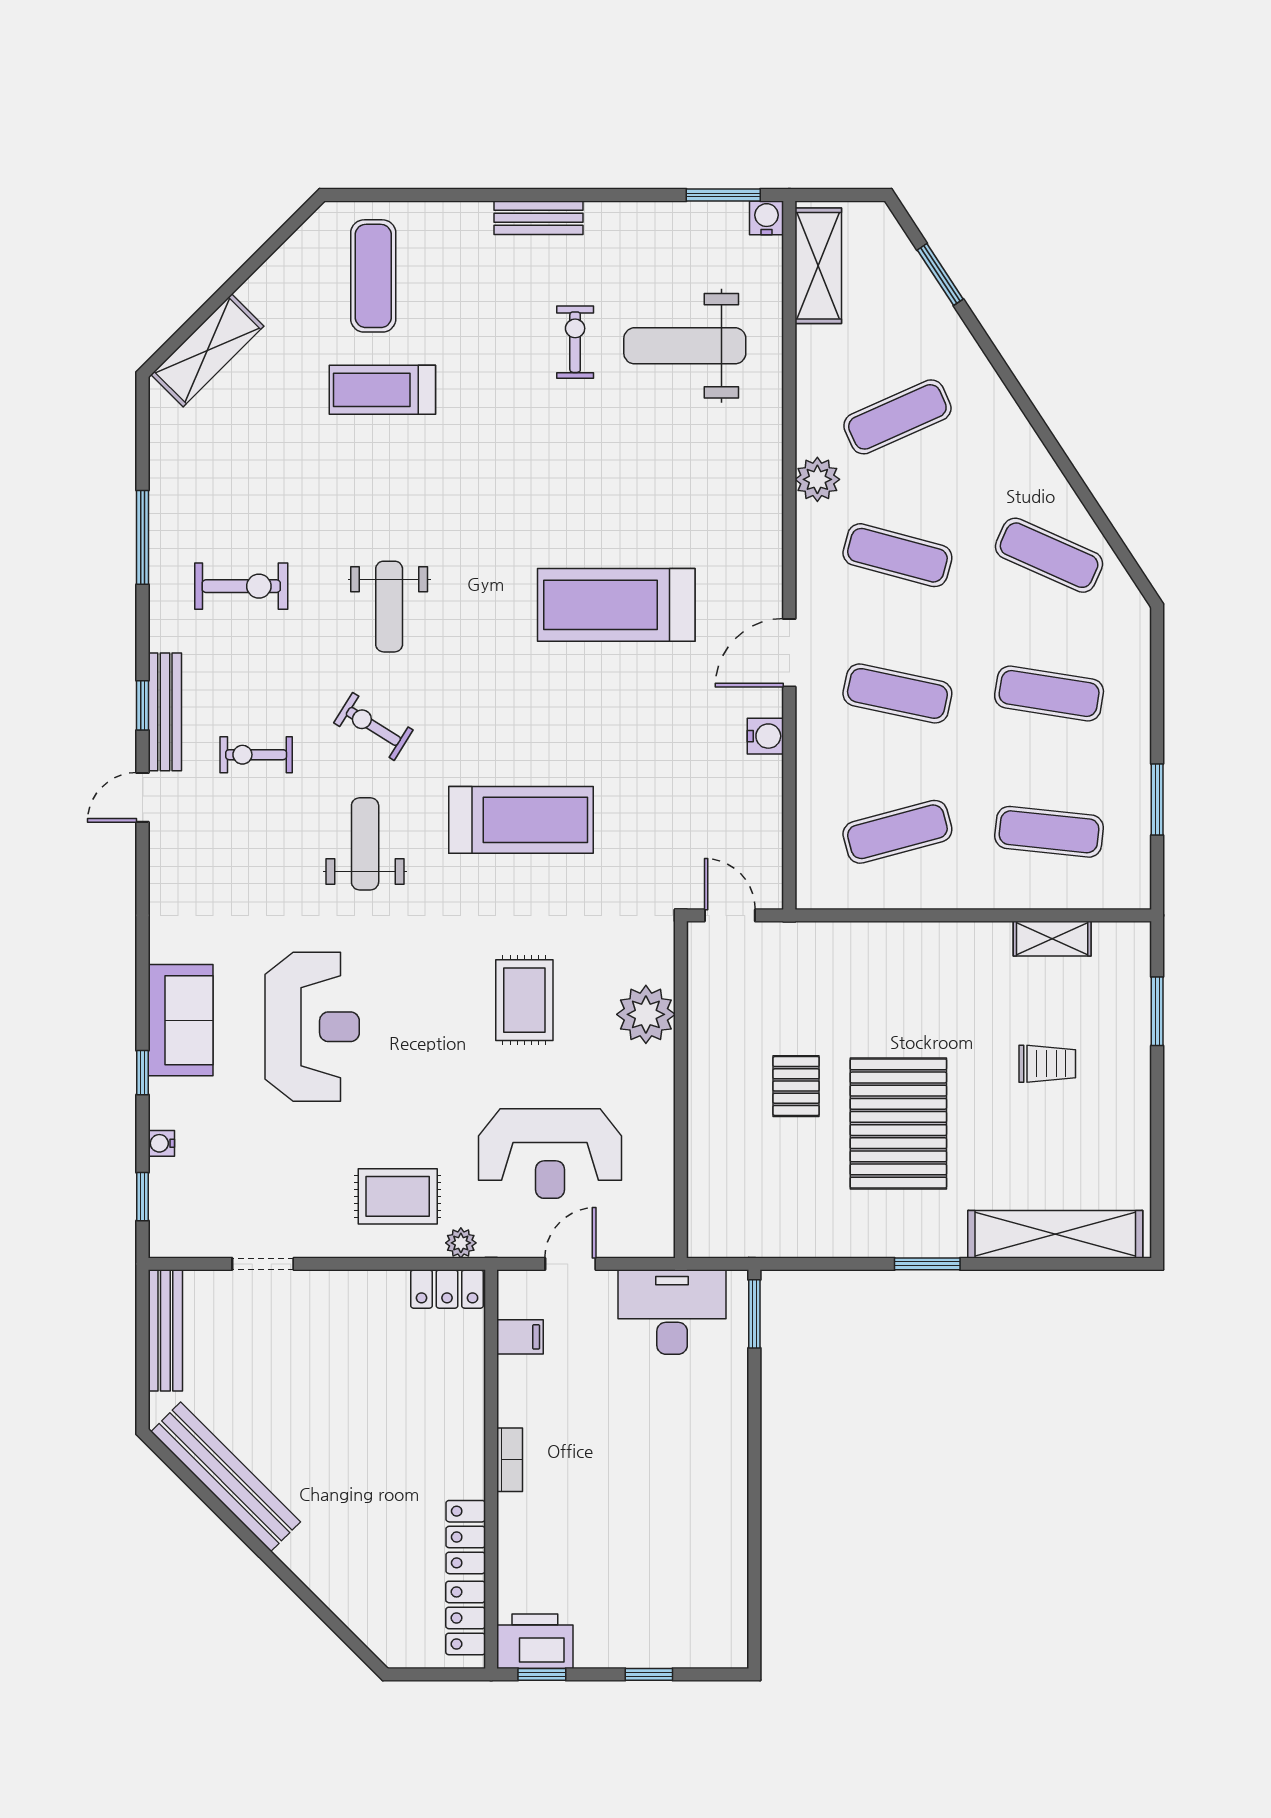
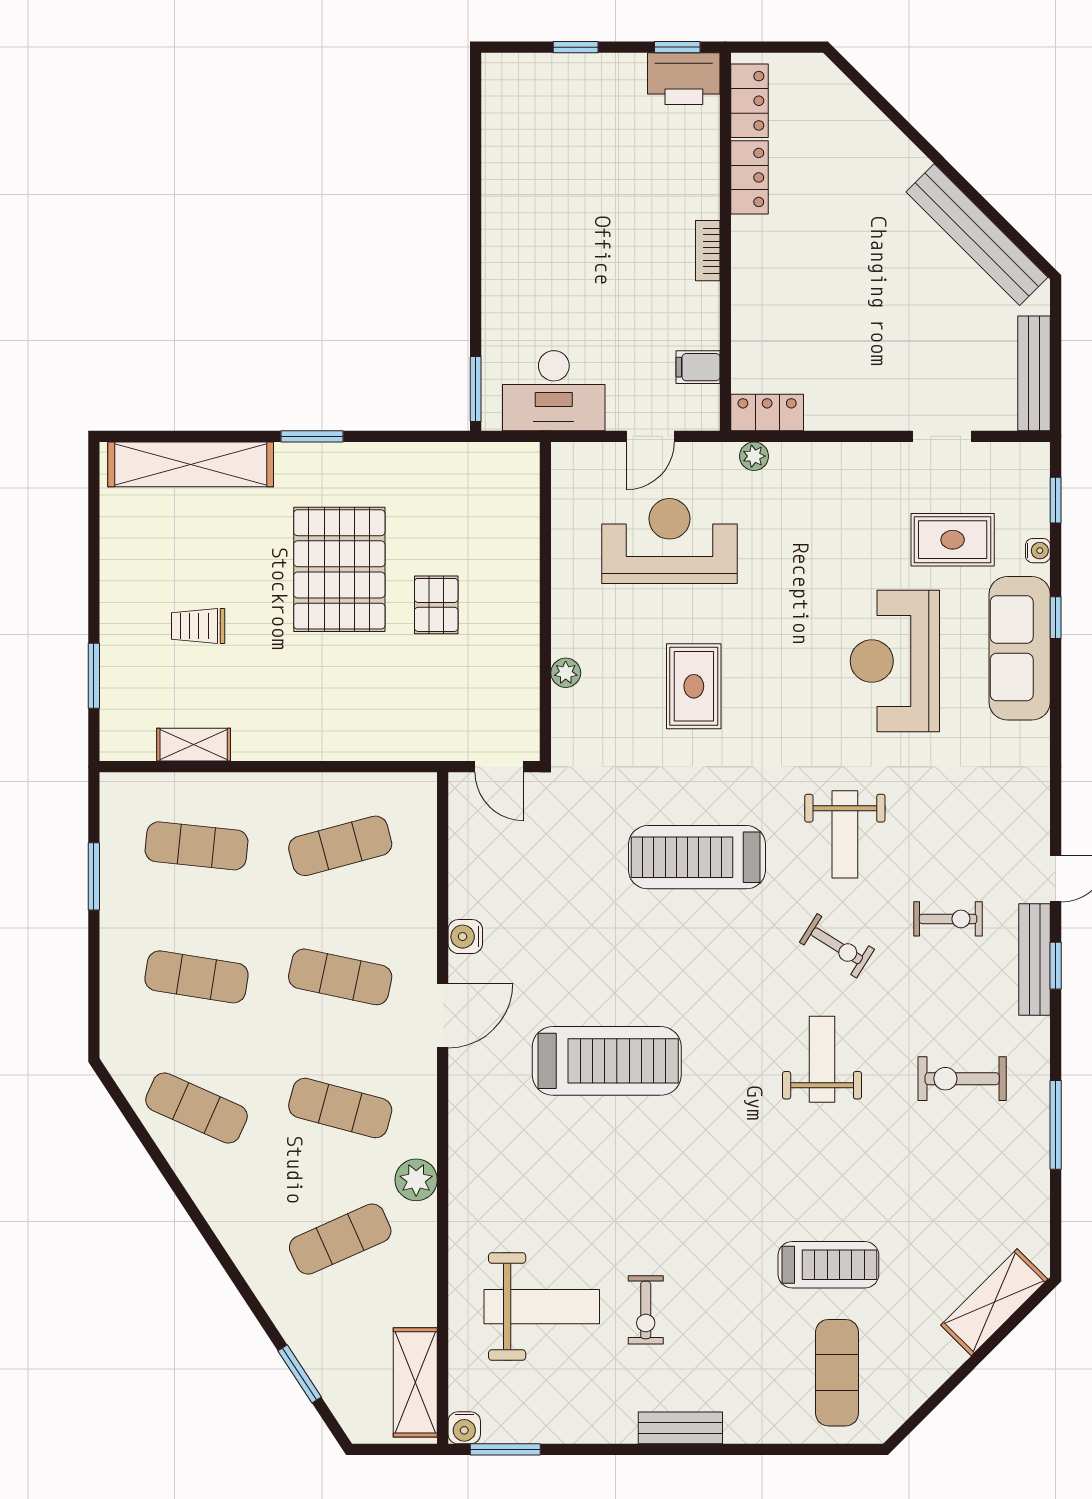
plant: (646, 1014) -> (566, 673), width x0.53, depth x0.53
sofa: (181, 1020) -> (1020, 648), width x1.36
rug: (398, 1196) -> (953, 540), moved

